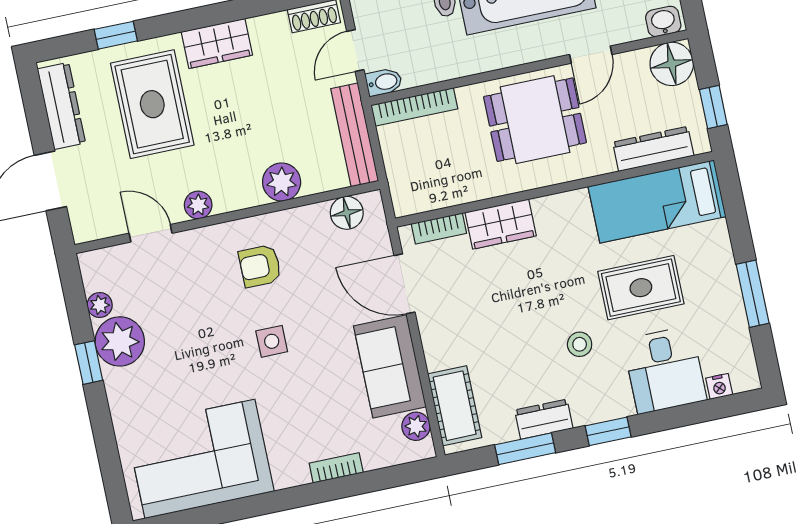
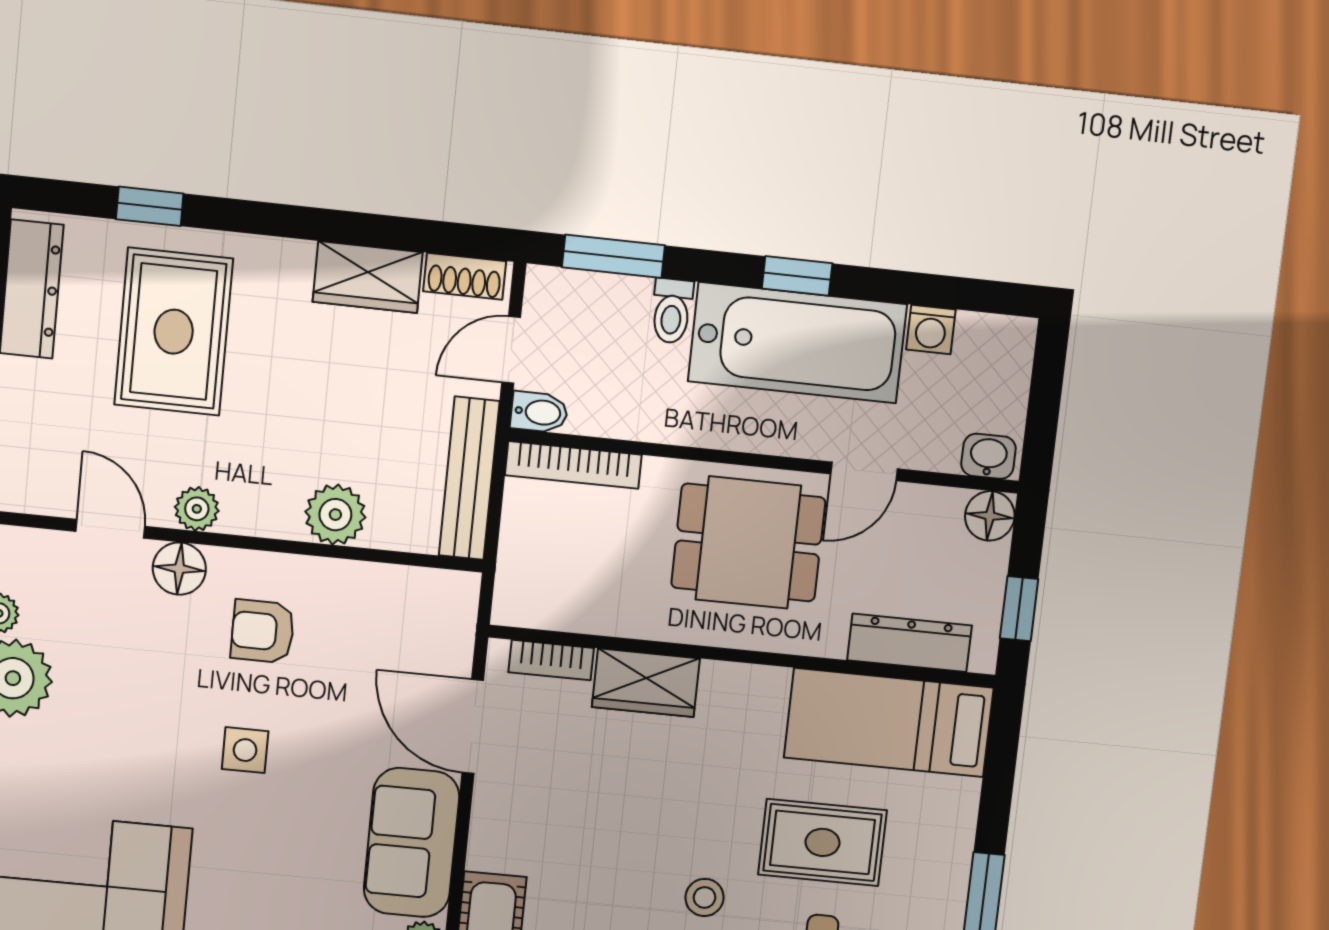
wardrobe: (217, 44) -> (368, 277), moved
floor lamp: (672, 64) -> (990, 516), width x0.73, depth x0.73
floor lamp: (347, 213) -> (179, 569), moved

